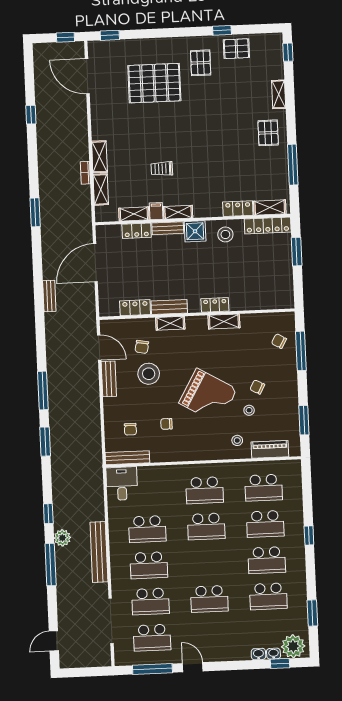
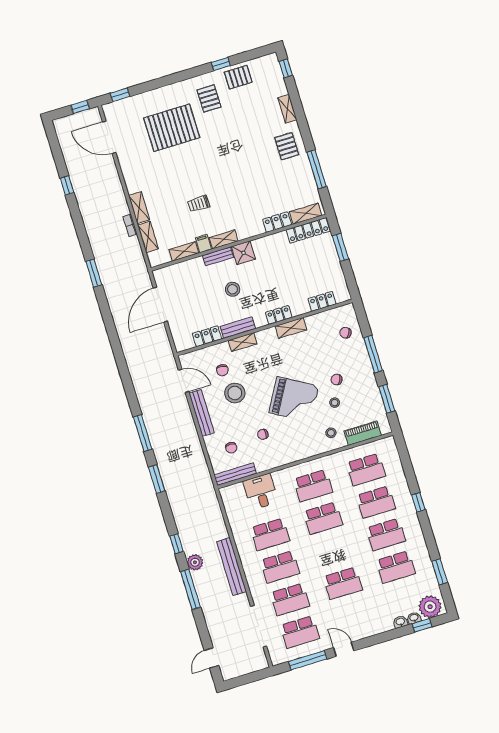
locker: (137, 231) -> (322, 301), moved, turned 180
stool: (225, 234) -> (233, 289), moved
bench: (49, 296) -> (126, 346), removed
window: (301, 351) -> (373, 354), moved
bench: (109, 379) -> (202, 413), width x1.36
desk: (122, 484) -> (261, 492), moved

